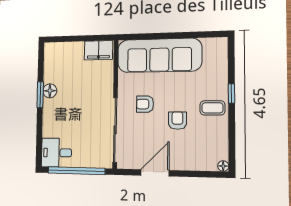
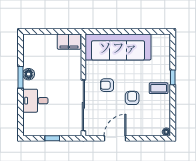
desk: (56, 153) -> (35, 101), moved
window: (76, 171) -> (52, 138), width x0.32

